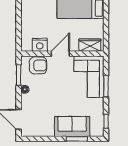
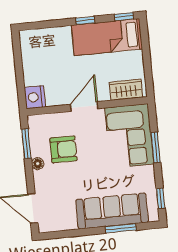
nightstand: (40, 45) -> (35, 97), moved, turned 90
armchair: (38, 65) -> (63, 149), moved
sofa: (72, 126) -> (112, 211), width x1.36

